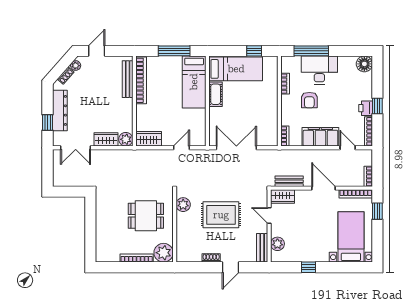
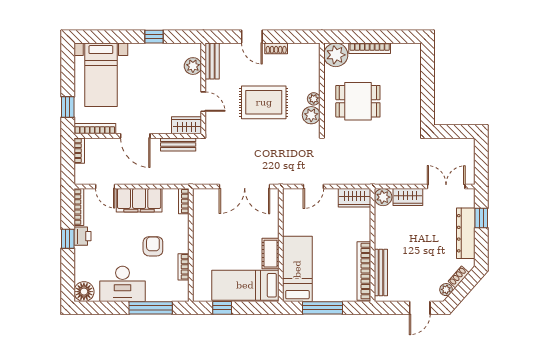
desk: (319, 70) -> (123, 284), moved
plant: (181, 218) -> (314, 99), added
door: (231, 267) -> (252, 37), swing flipped

